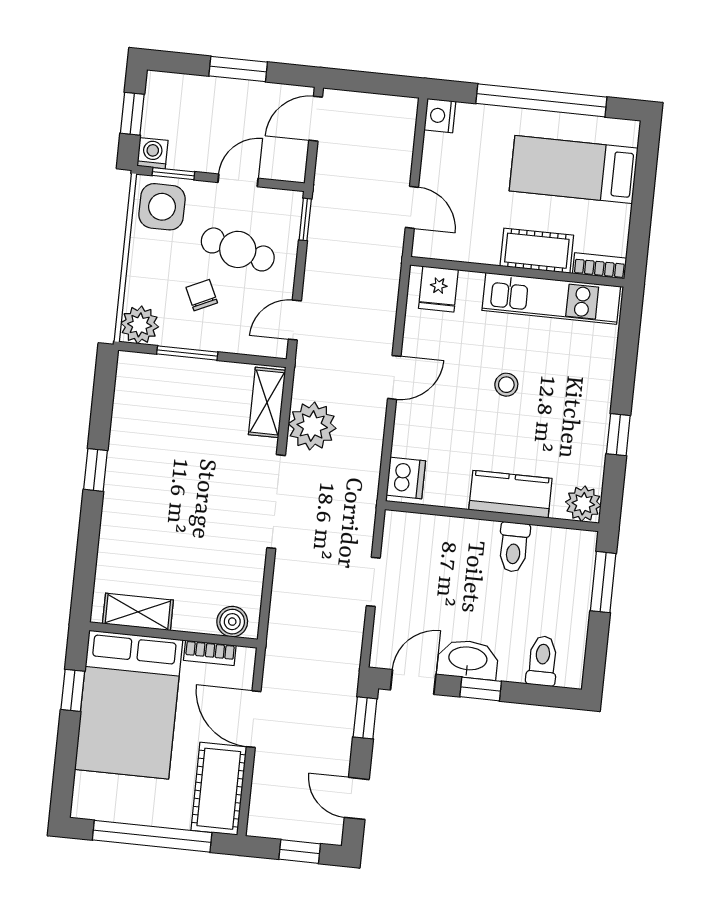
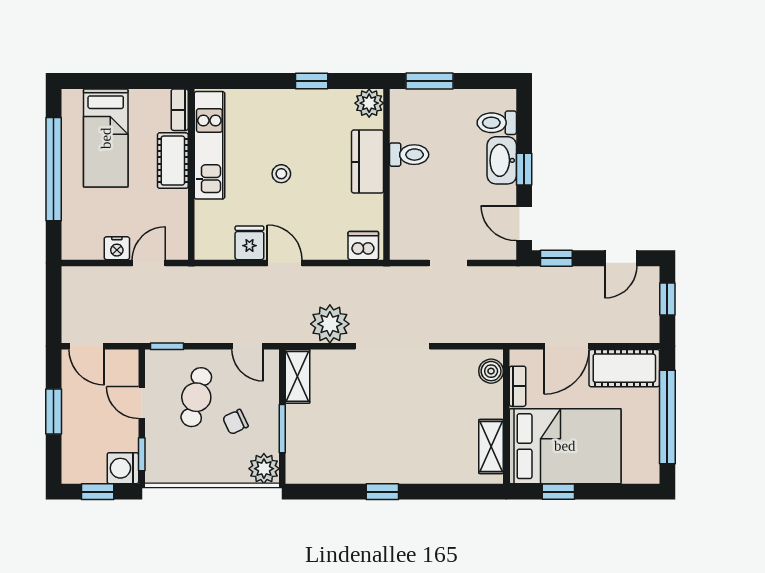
nightstand: (440, 116) -> (117, 248), moved
washing machine: (152, 153) -> (123, 468), width x1.38, depth x1.38
side table: (162, 207) -> (169, 461), removed
fridge: (438, 289) -> (249, 243), moved, turned -90
shelving: (267, 402) -> (298, 376), moved, turned 90
washbasin: (468, 659) -> (502, 160), moved

